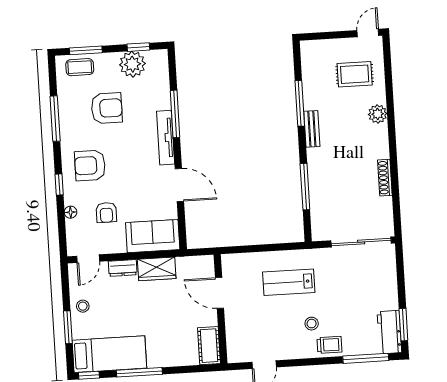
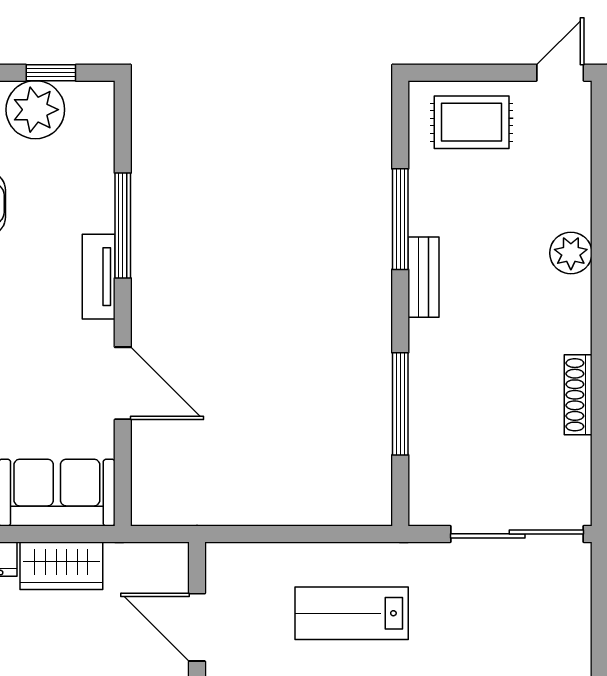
rug: (355, 74) -> (472, 122), moved
tv unit: (166, 138) -> (99, 277), width x0.71

